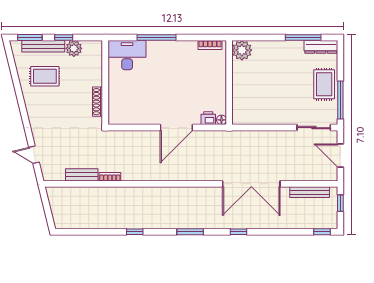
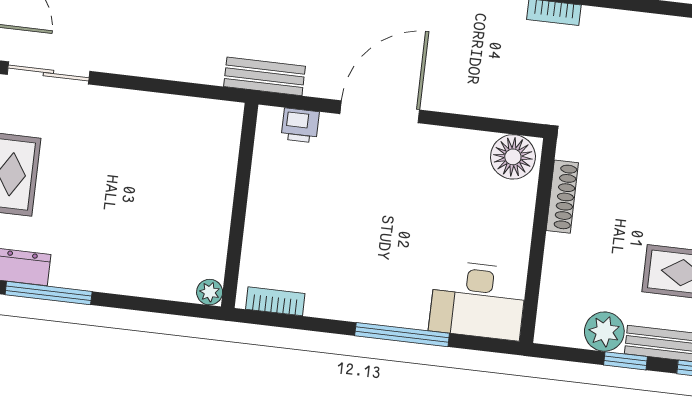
plant: (242, 50) -> (210, 292), width x0.53, depth x0.53
floor lamp: (221, 120) -> (513, 157), moved, width x1.89, depth x1.89
bench: (82, 175) -> (264, 76), moved

